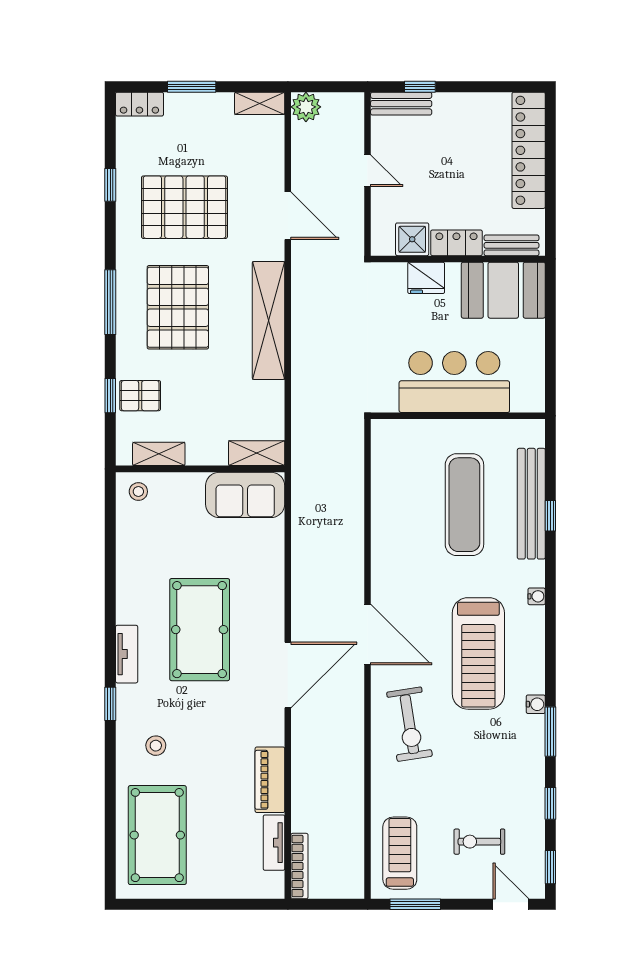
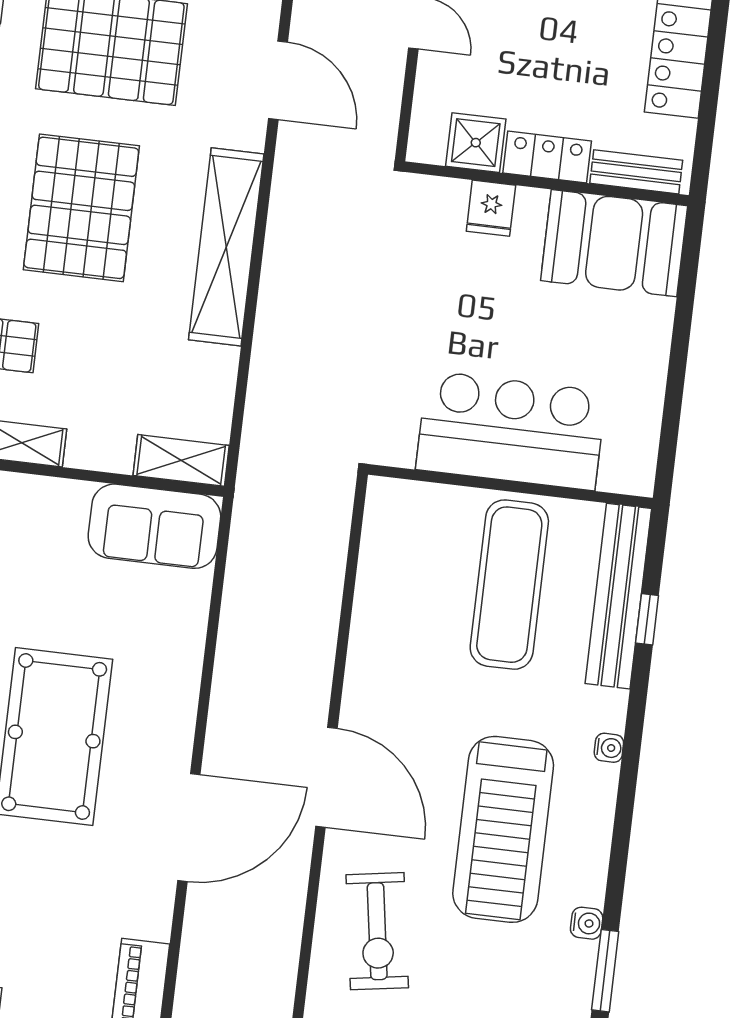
fridge: (426, 278) -> (491, 208), width x0.72
bar counter: (454, 382) -> (511, 431), moved
wall: (458, 416) -> (510, 486), moved

